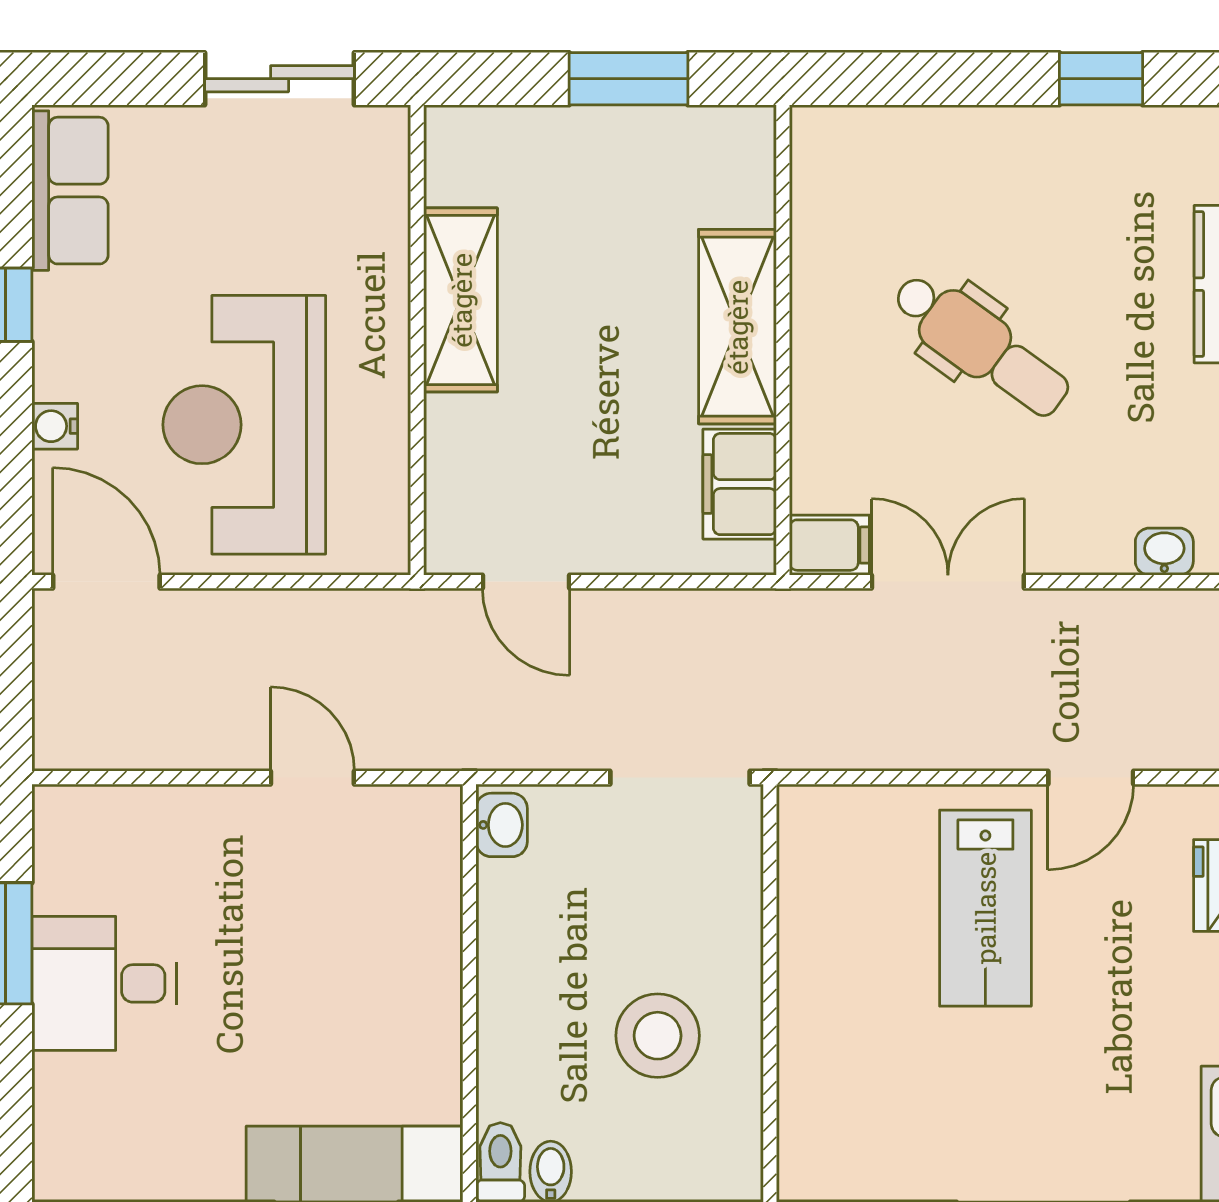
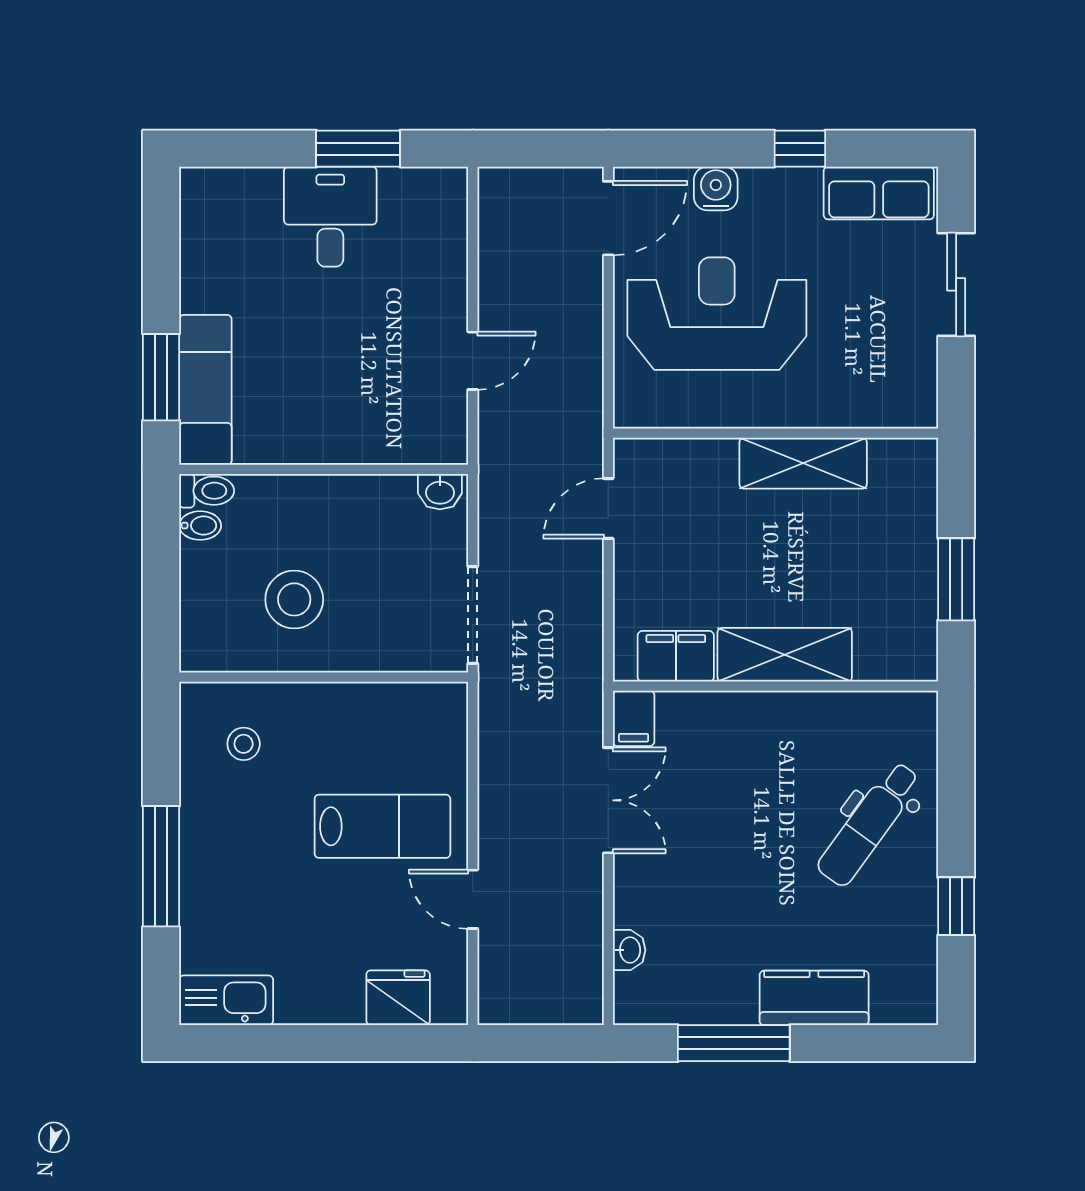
sliding door: (280, 79) -> (956, 284), moved
dental chair: (981, 345) -> (869, 824), moved
water cooler: (55, 426) -> (716, 188), width x1.38, depth x1.38
lab bench: (985, 908) -> (382, 826), turned 180
stool: (866, 1109) -> (244, 744), added

